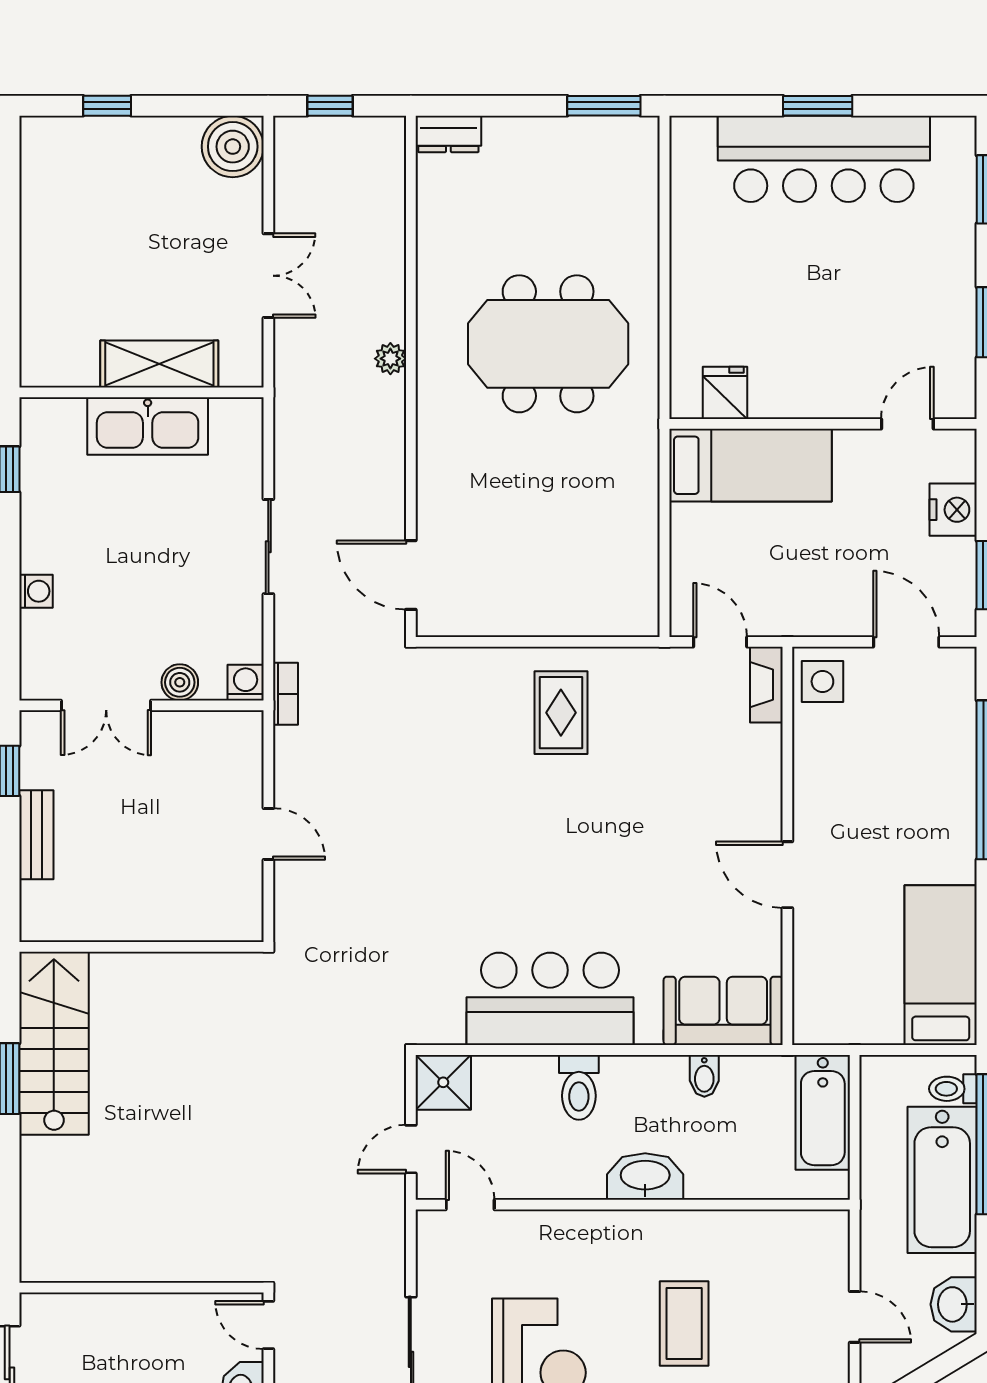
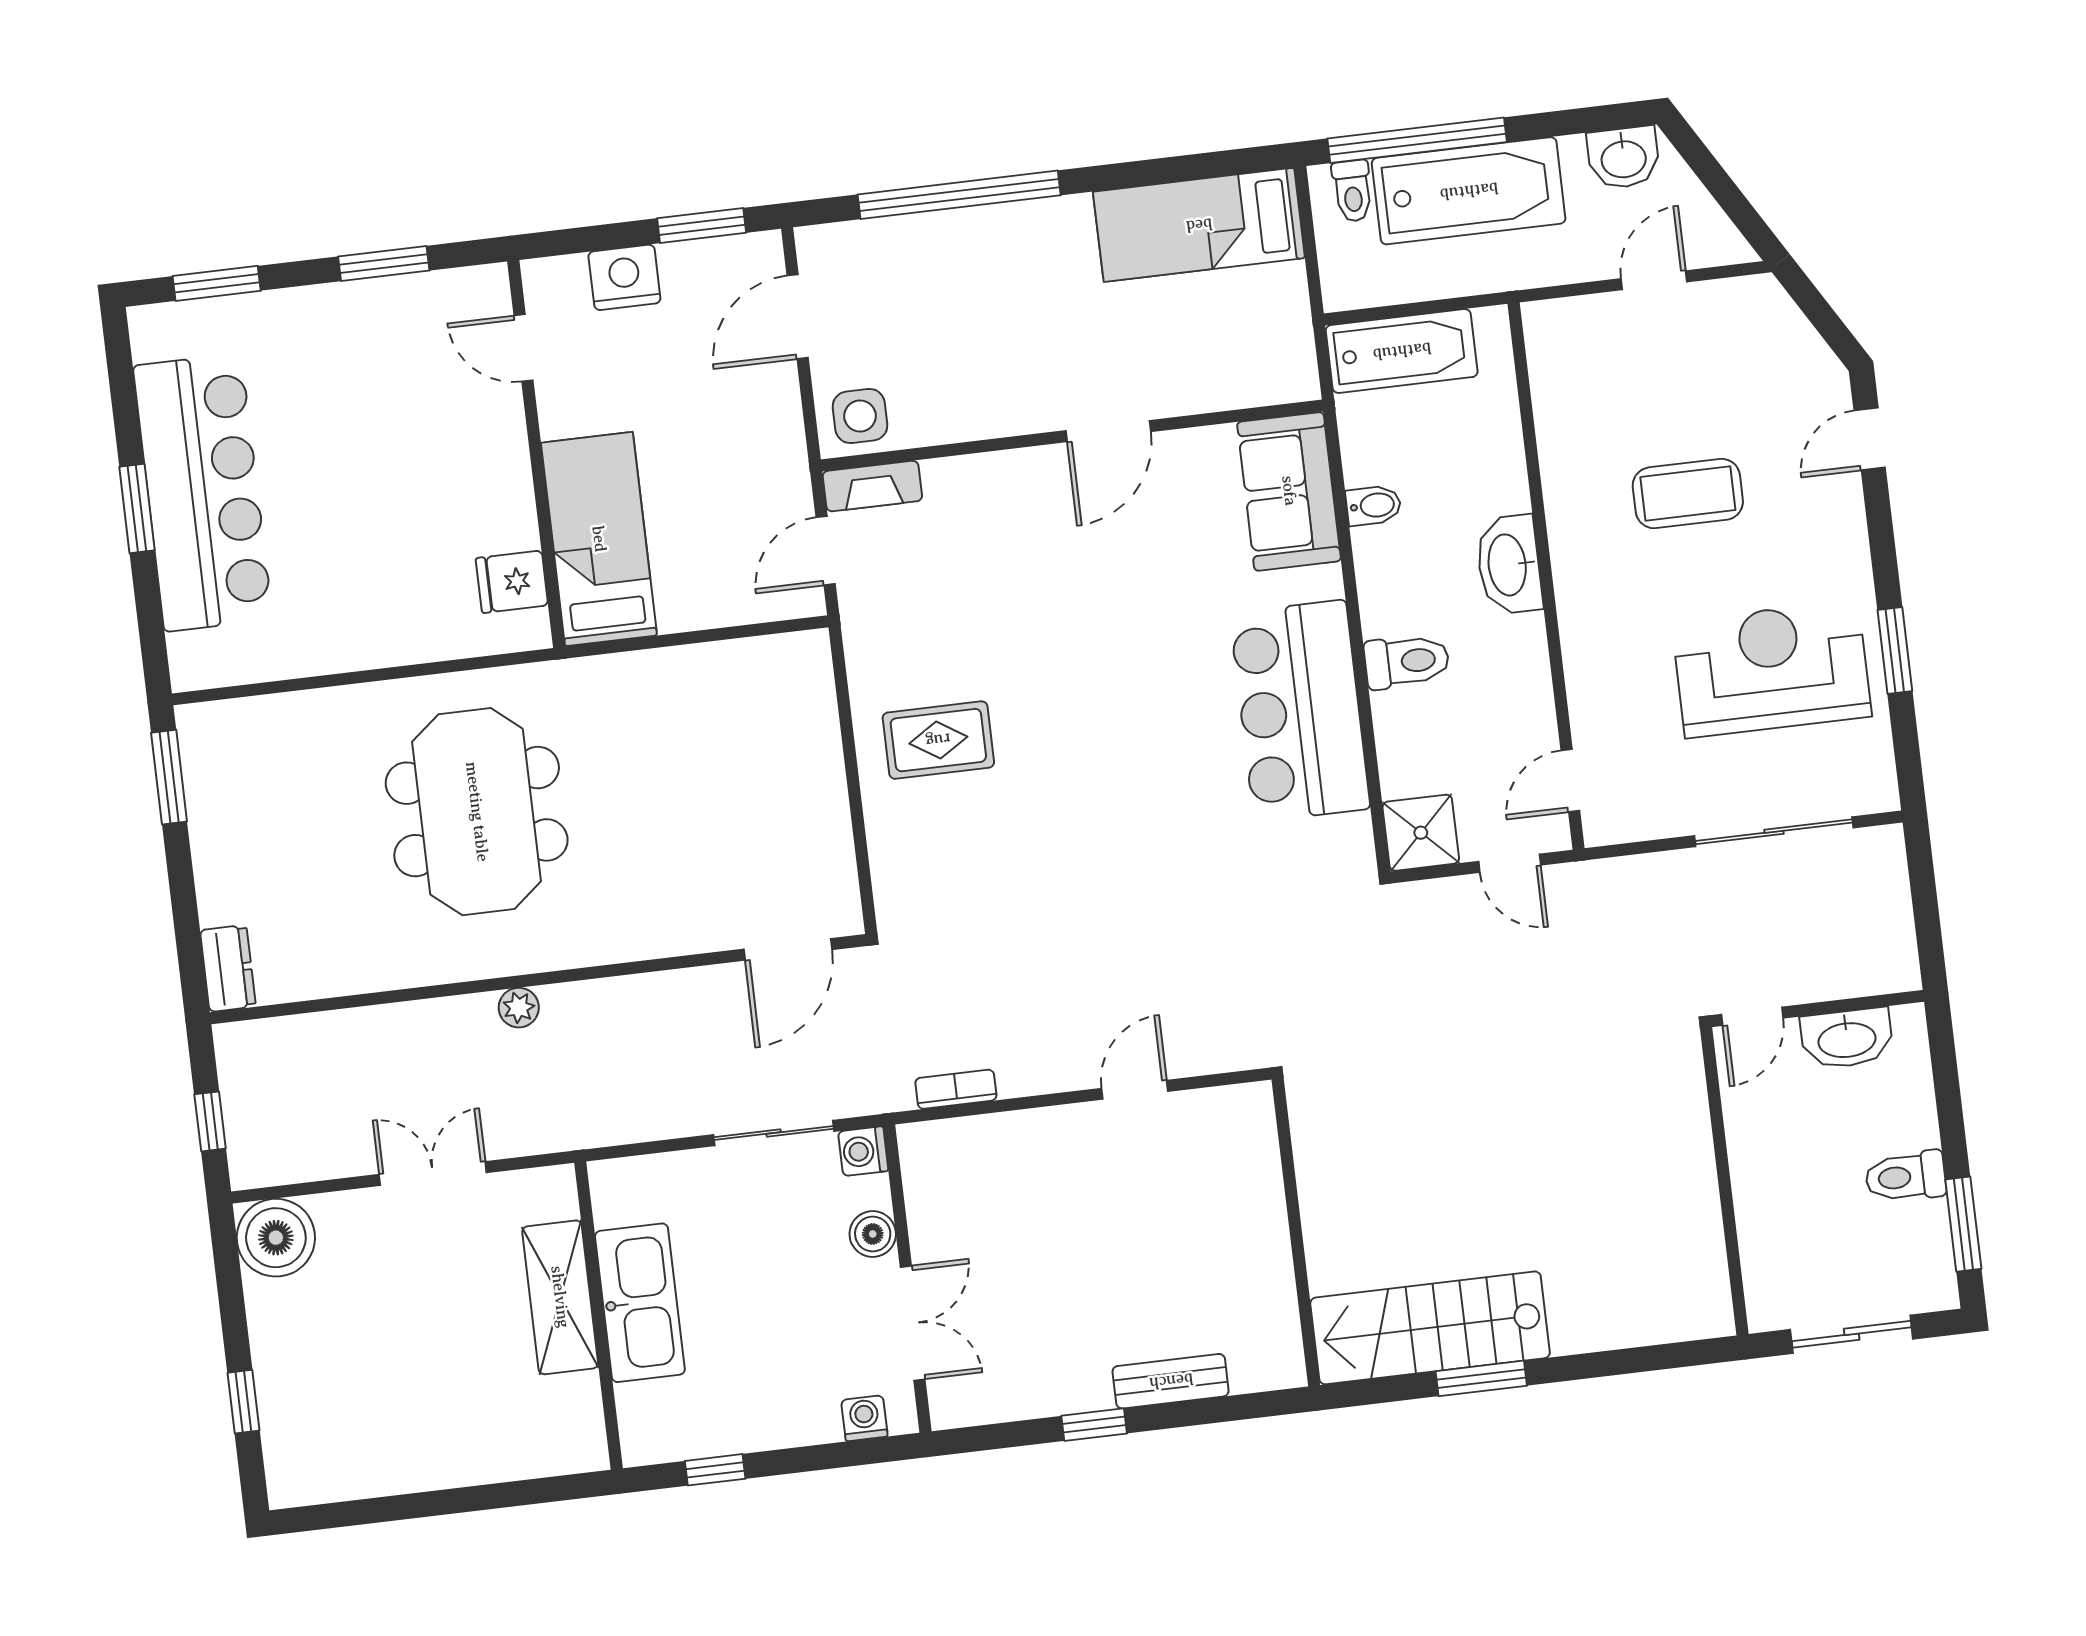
boiler: (180, 682) -> (873, 1234), moved
washing machine: (246, 683) -> (863, 1151), moved
double door: (106, 705) -> (913, 1323), moved
wall: (141, 705) -> (907, 1279), moved

